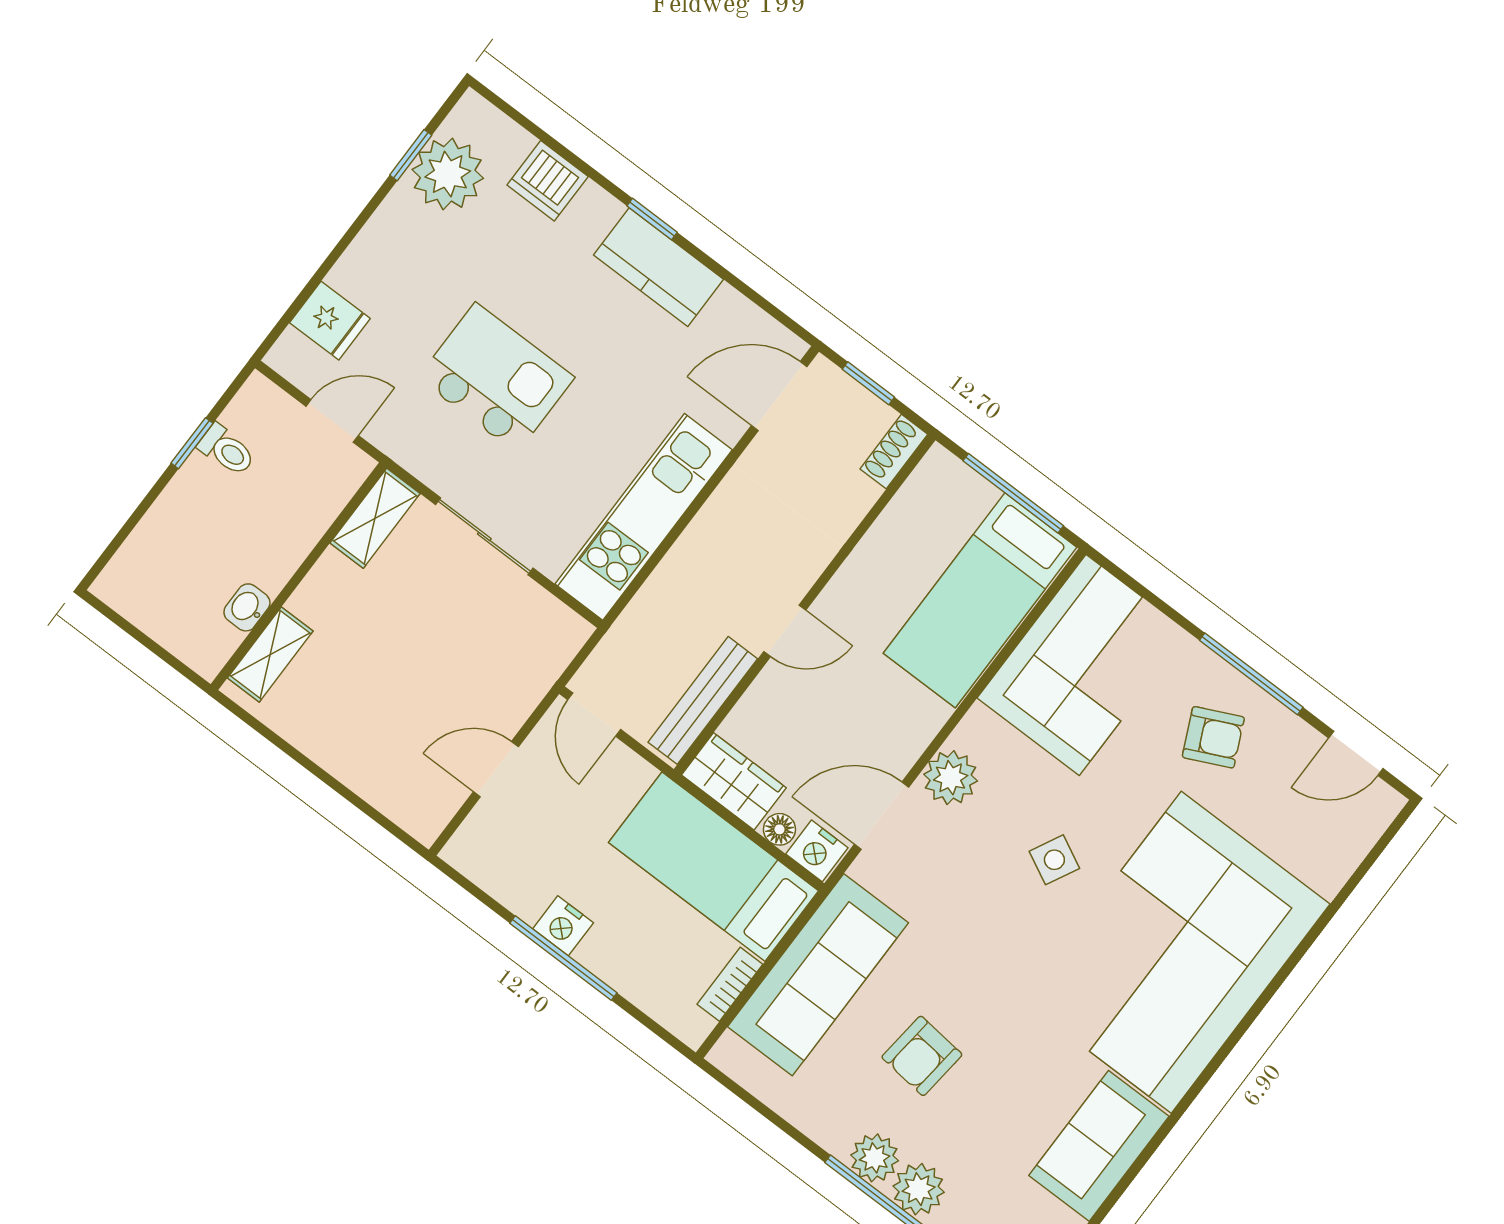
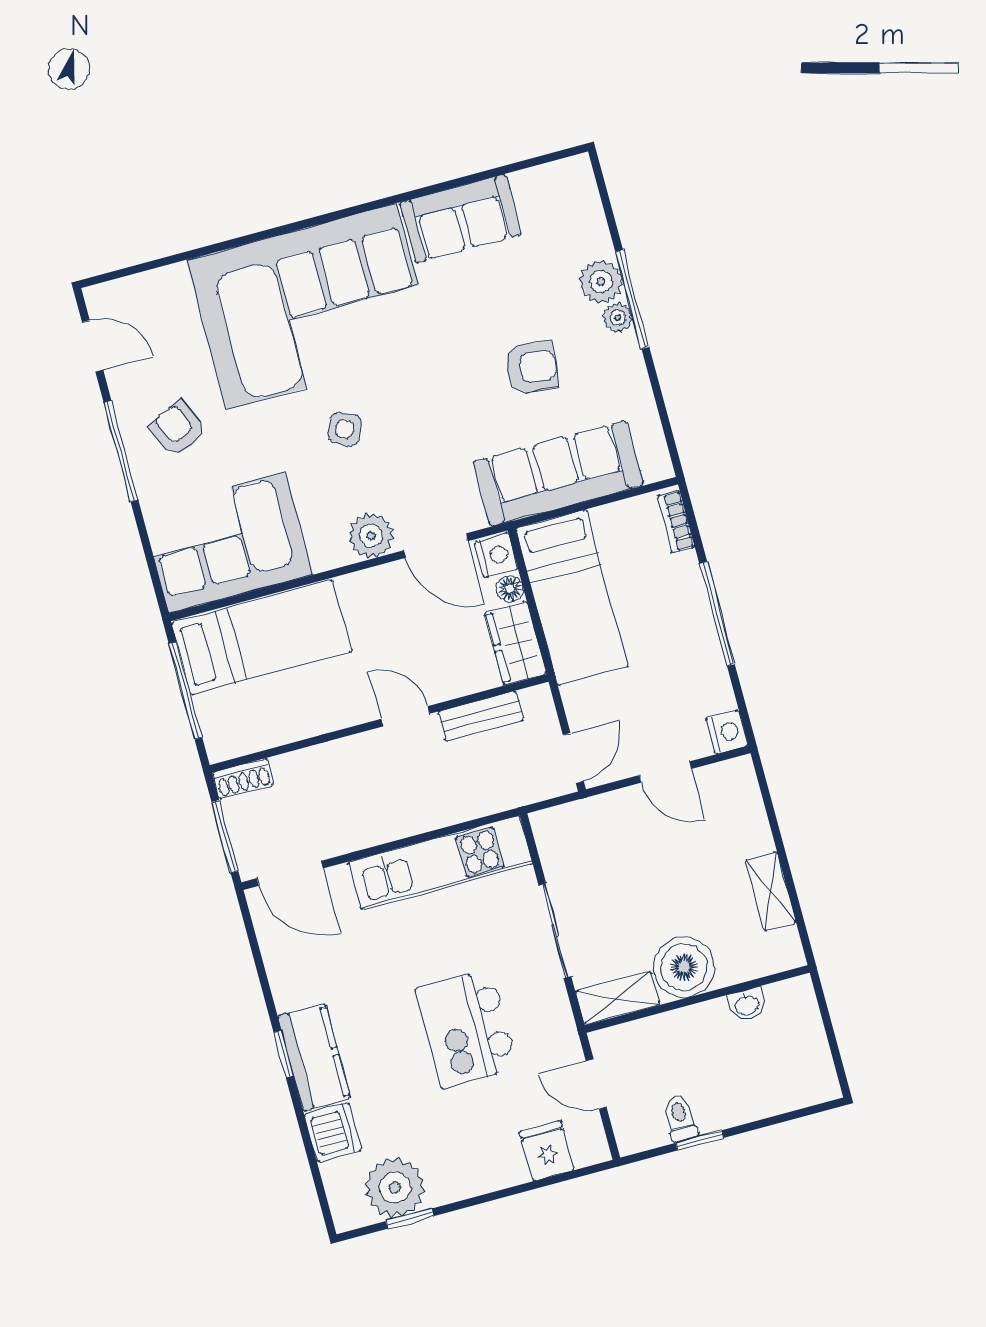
kitchen counter: (658, 267) -> (314, 1057), moved
window: (868, 383) -> (225, 836), width x1.50
boiler: (335, 597) -> (684, 967), added
shelving: (270, 655) -> (771, 891), moved, turned 90
bench: (703, 700) -> (481, 716), width x0.73
nightstand: (563, 926) -> (727, 732), moved
bookcase: (730, 984) -> (676, 522), moved, turned 90
plant: (875, 1158) -> (618, 318), width x0.73, depth x0.73

